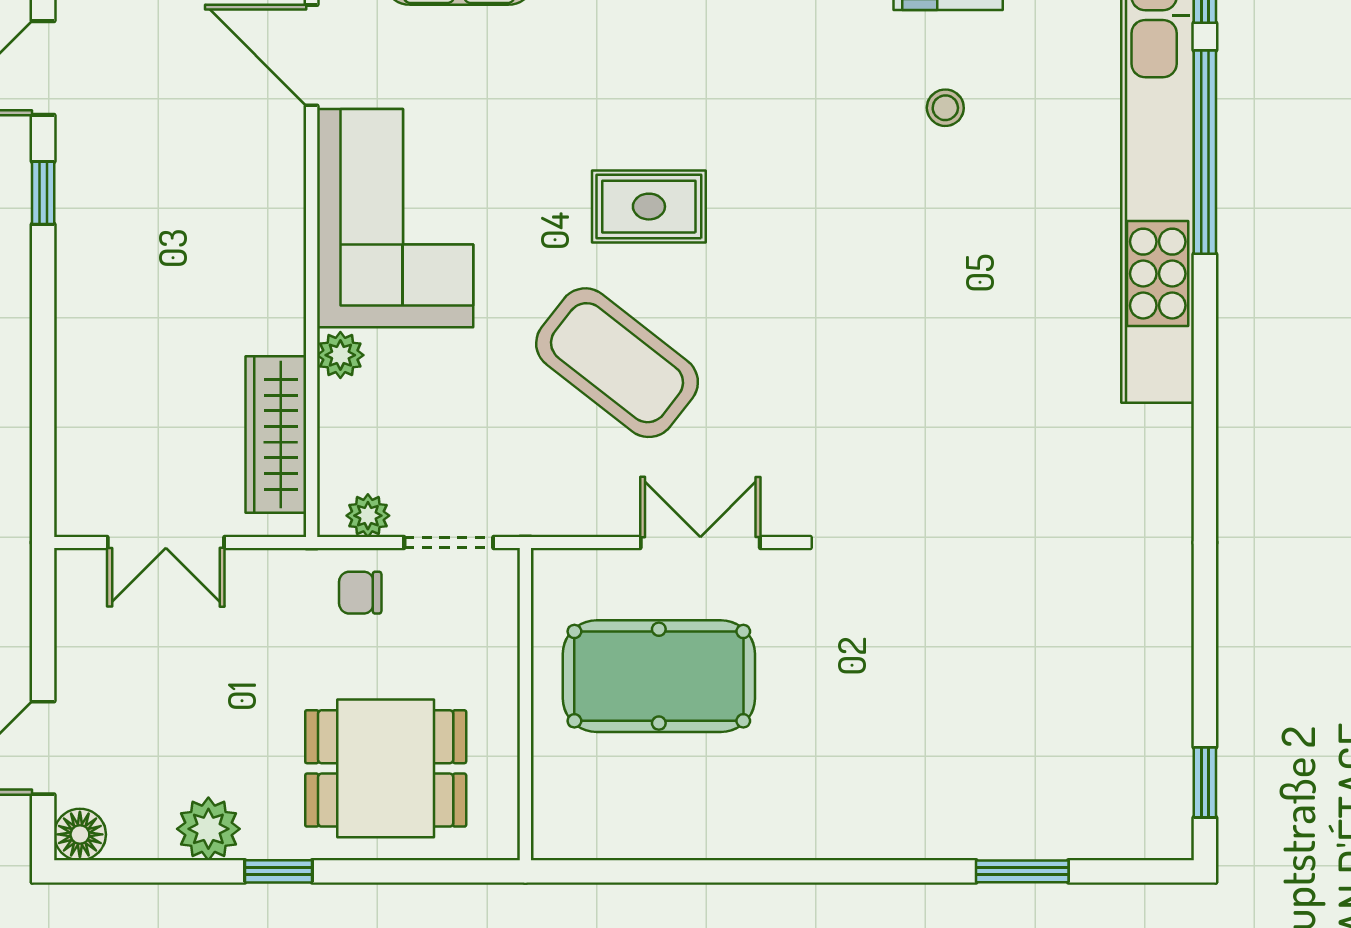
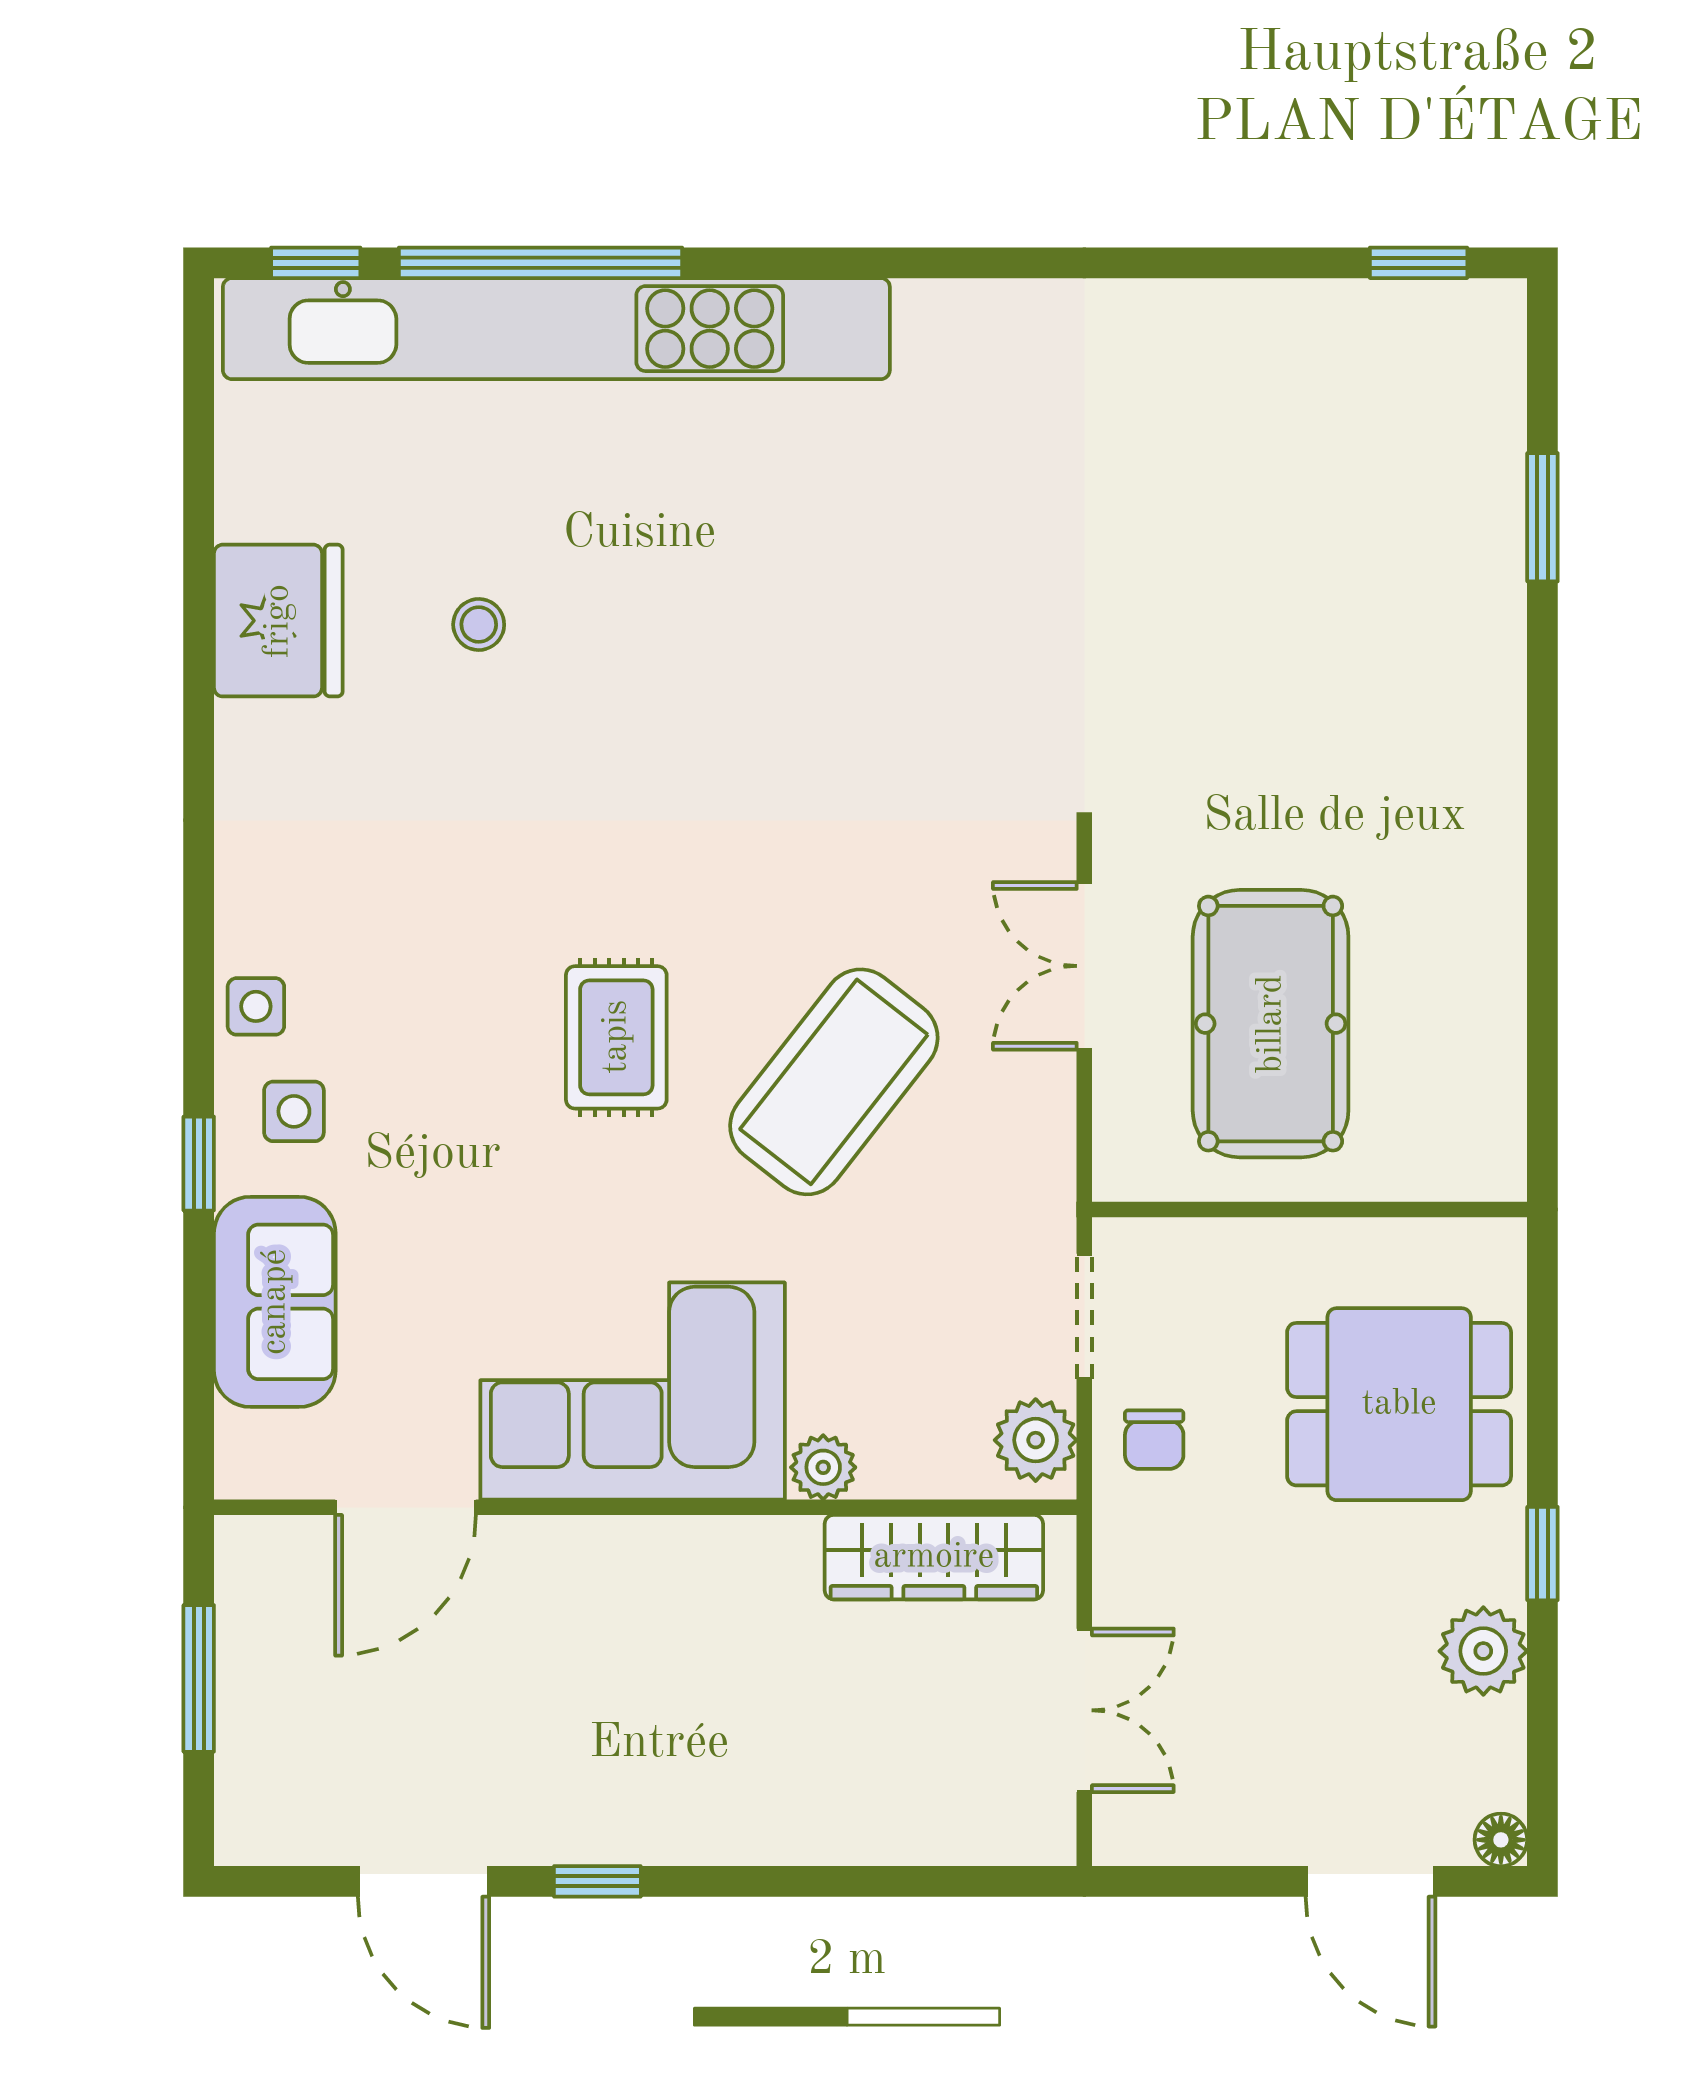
plant: (368, 516) -> (1036, 1440), width x1.38, depth x1.38
dining table: (386, 768) -> (1399, 1404), turned 90
floor lamp: (80, 834) -> (1501, 1840), width x0.73, depth x0.73

